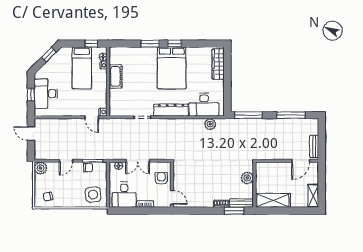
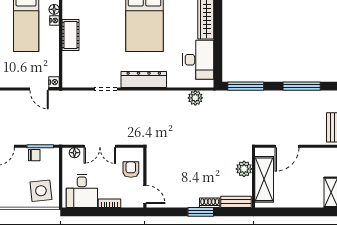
desk: (204, 105) -> (198, 60), moved, turned -90
door: (301, 161) -> (287, 146), moved
shelving: (273, 200) -> (264, 179), moved, turned 90
window: (234, 211) -> (201, 212), moved

